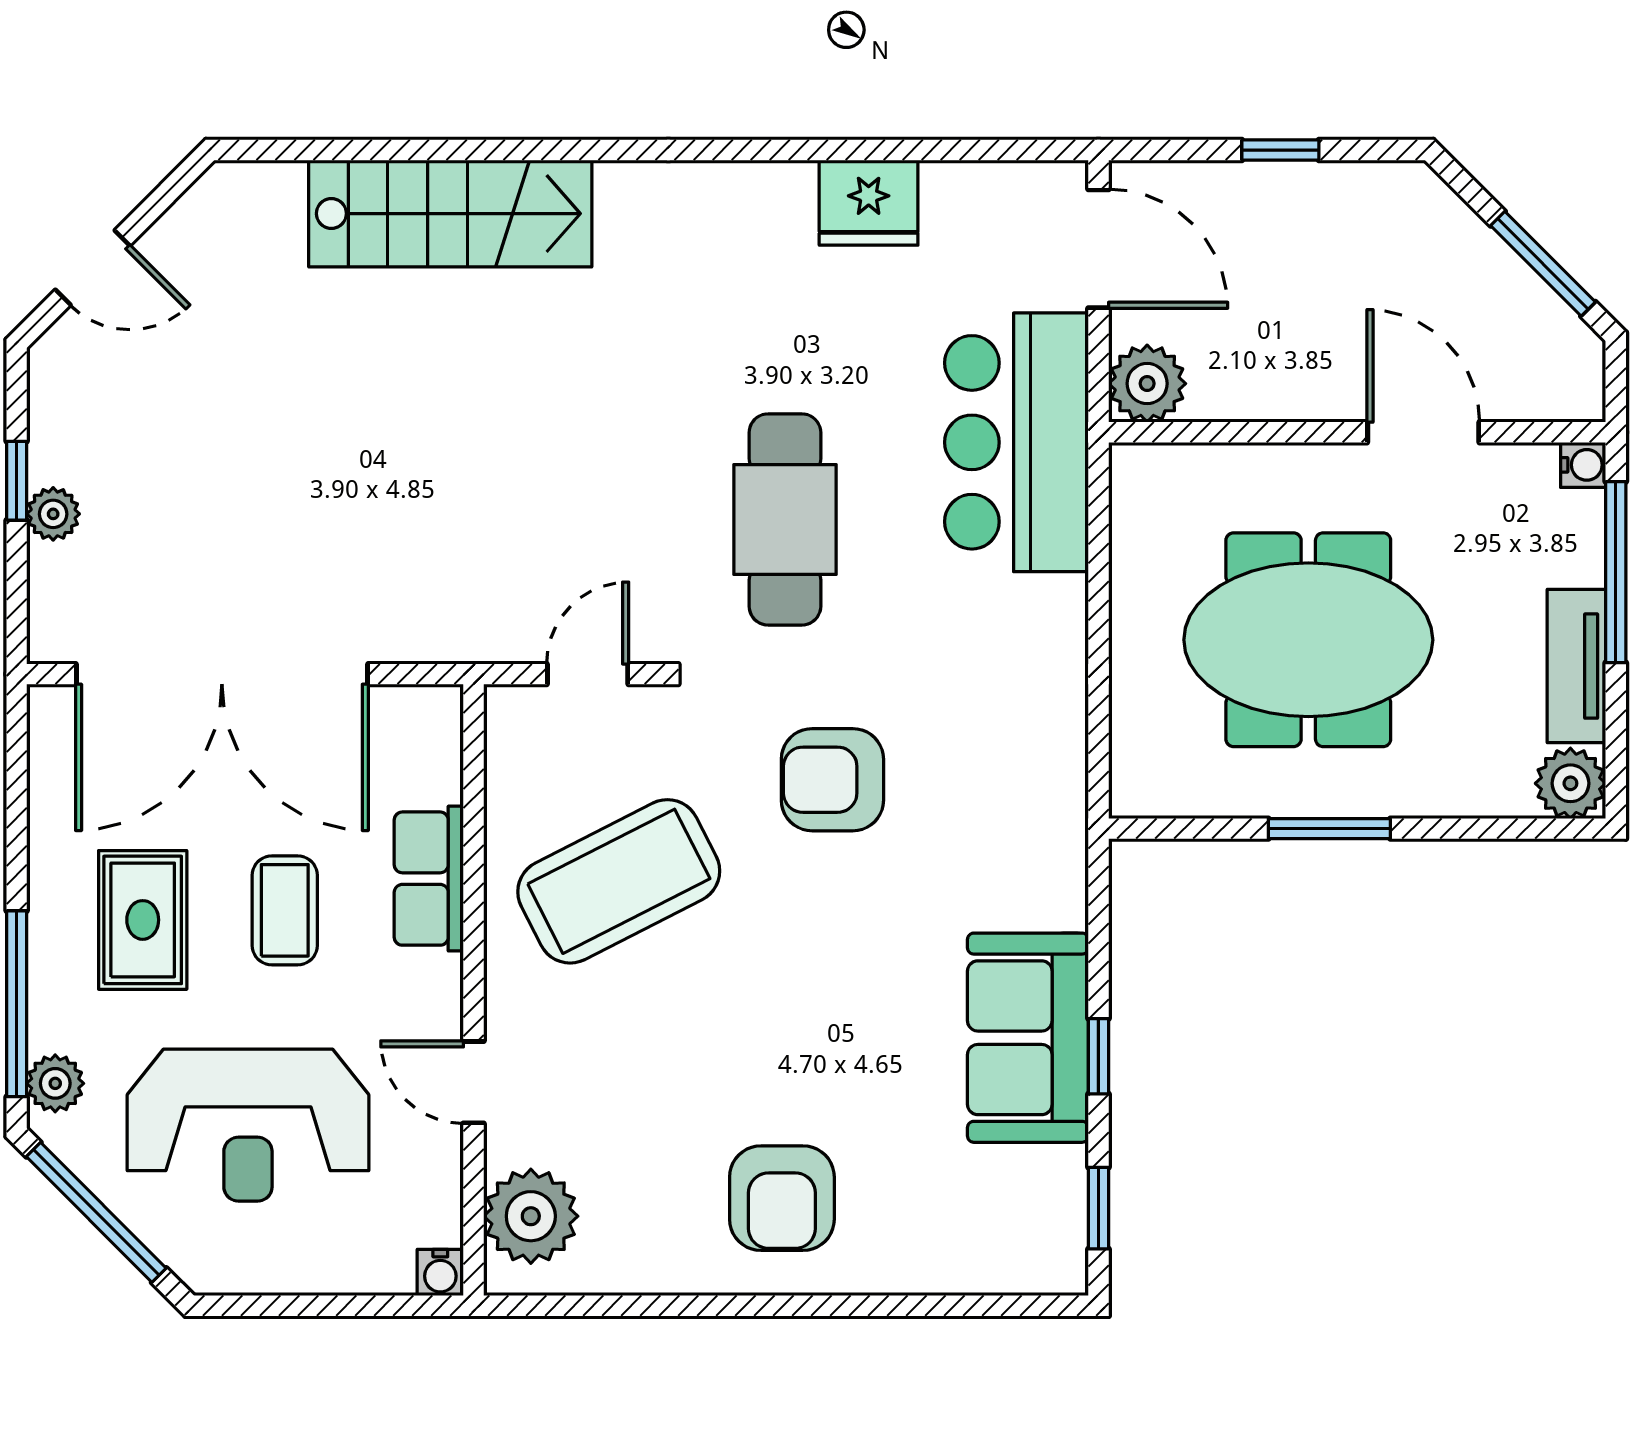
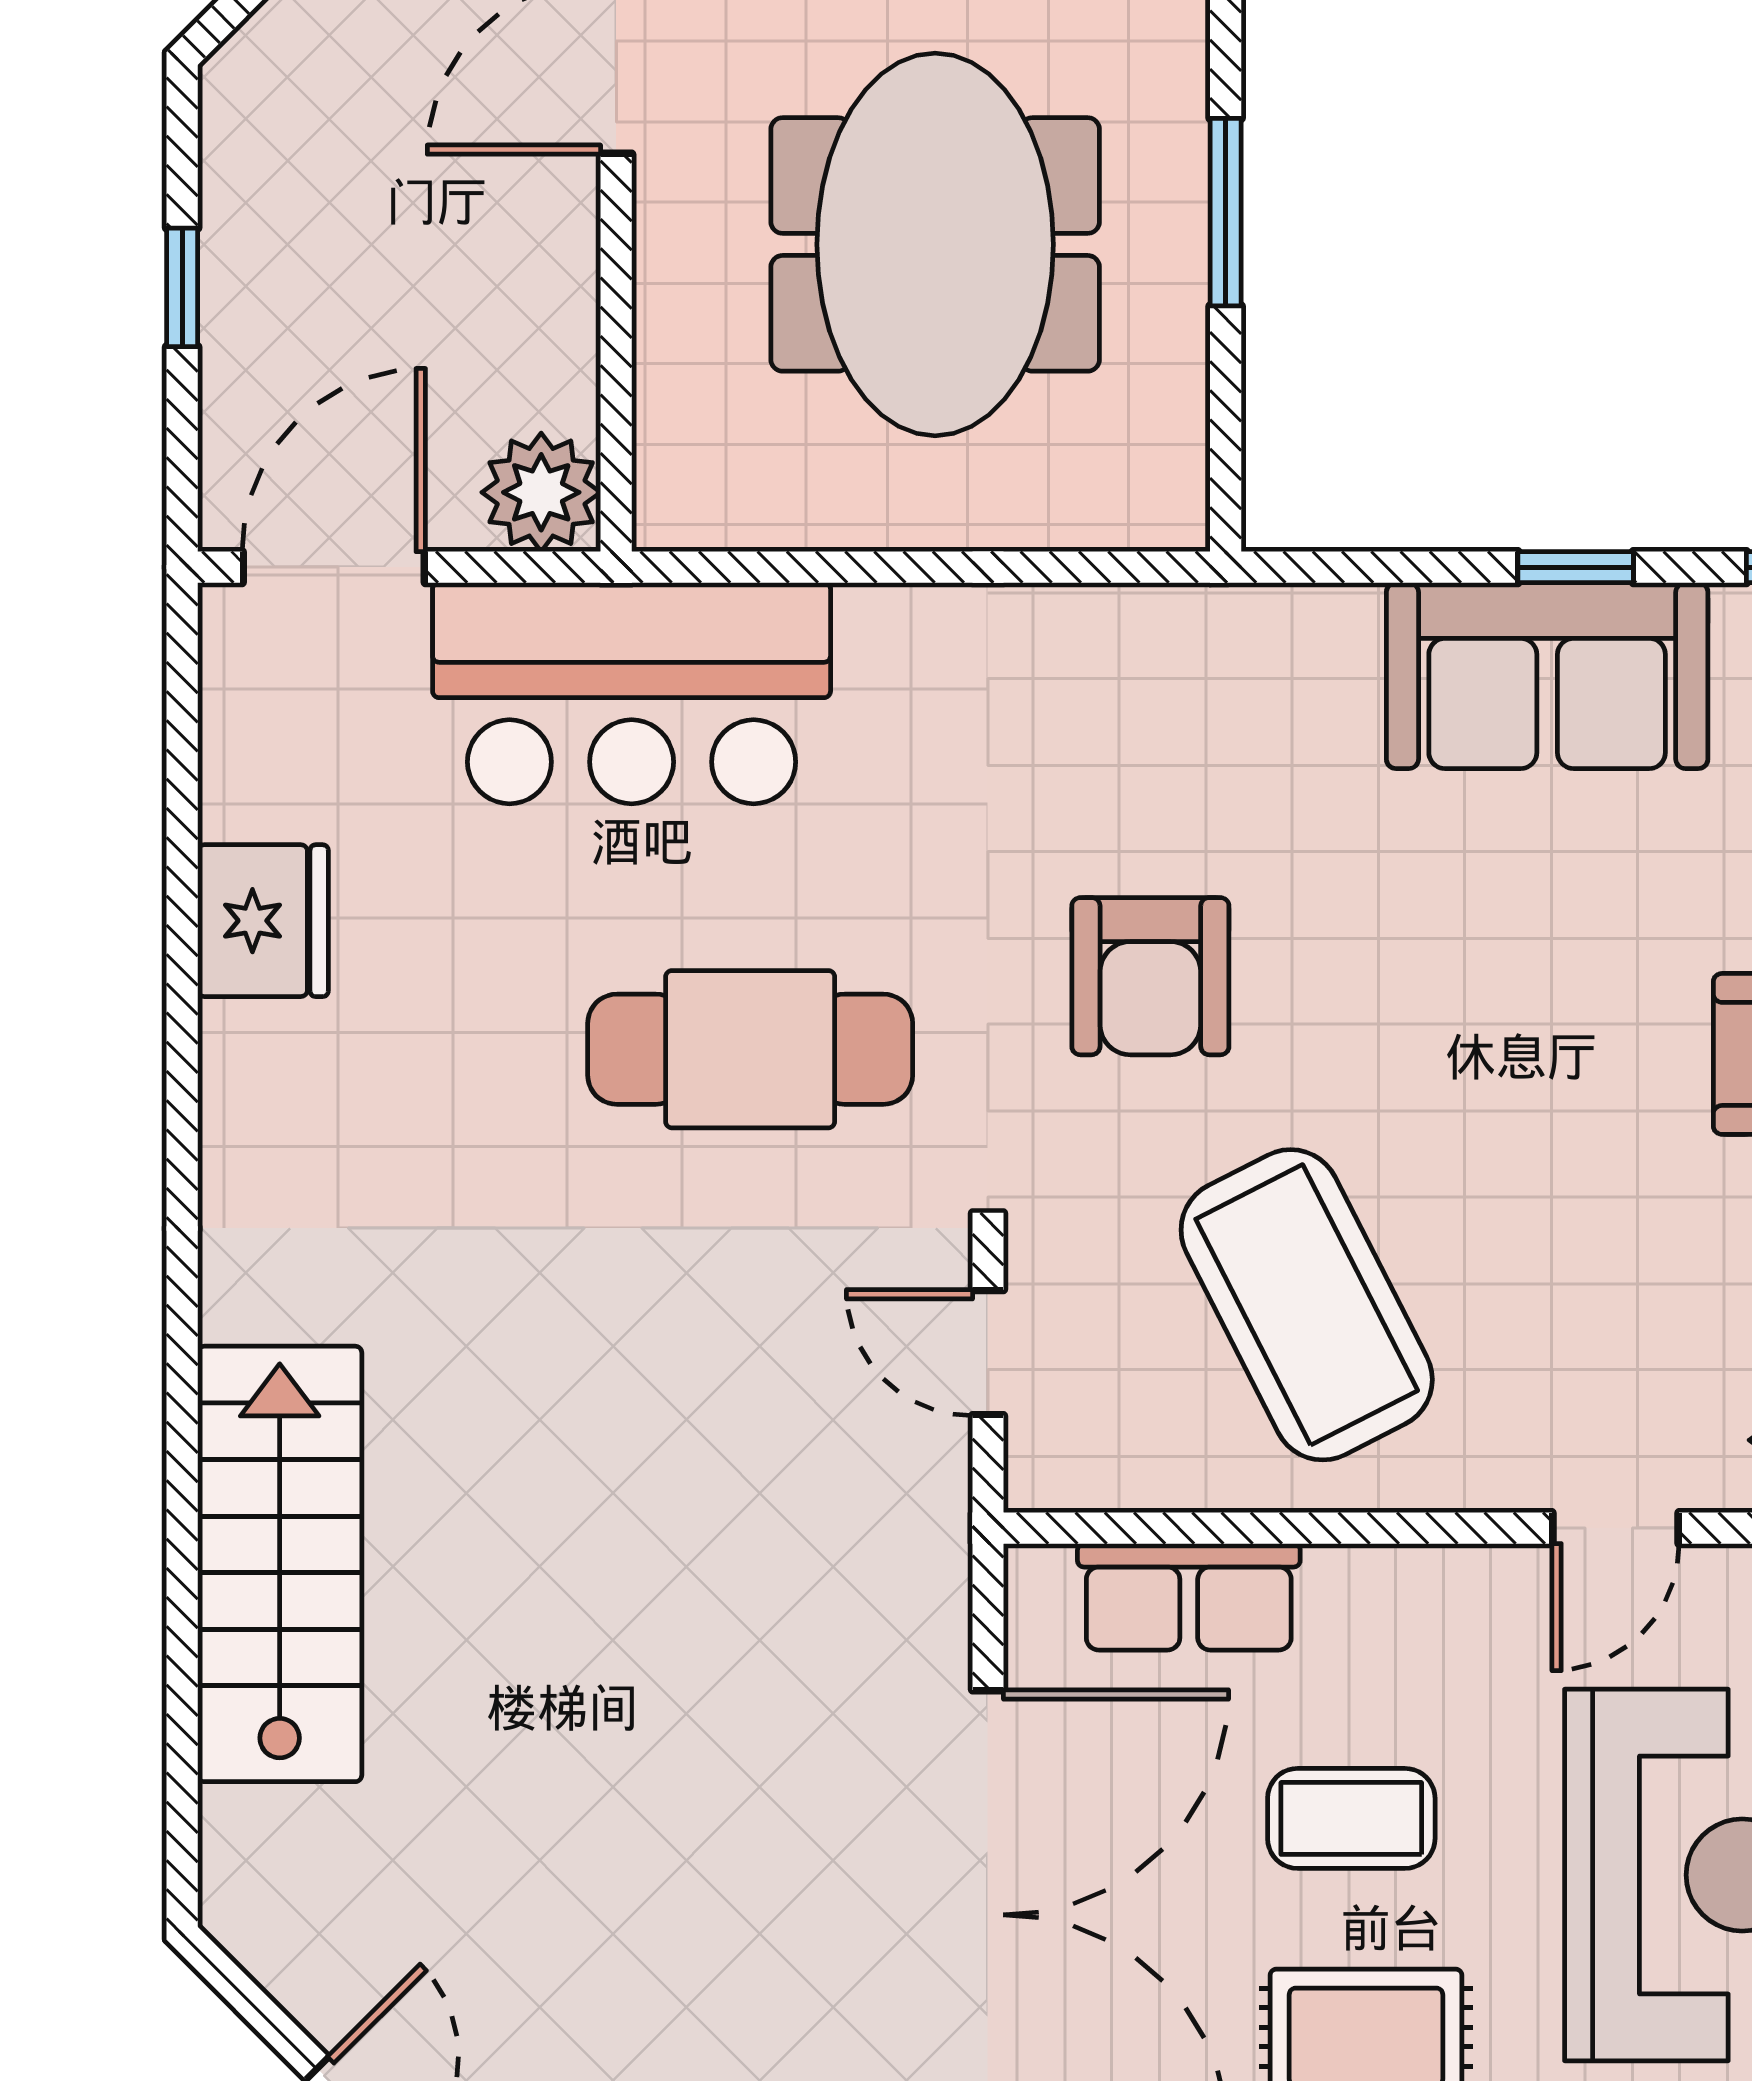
row of seats: (429, 879) -> (1189, 1597), moved

